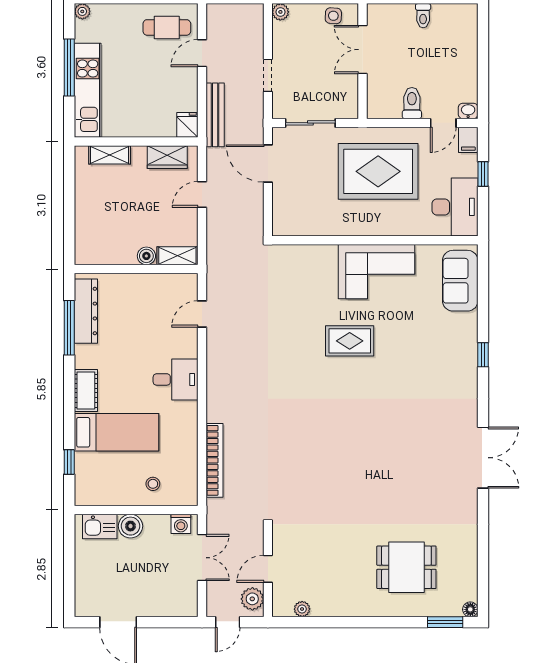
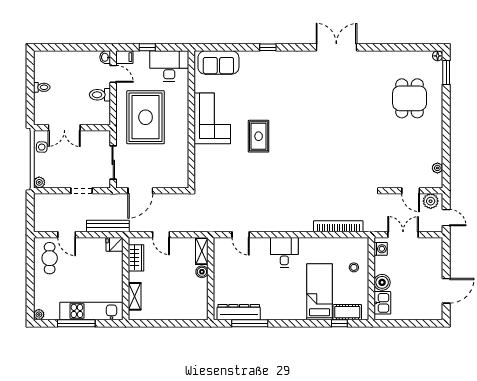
cot: (86, 391) -> (347, 312), moved

